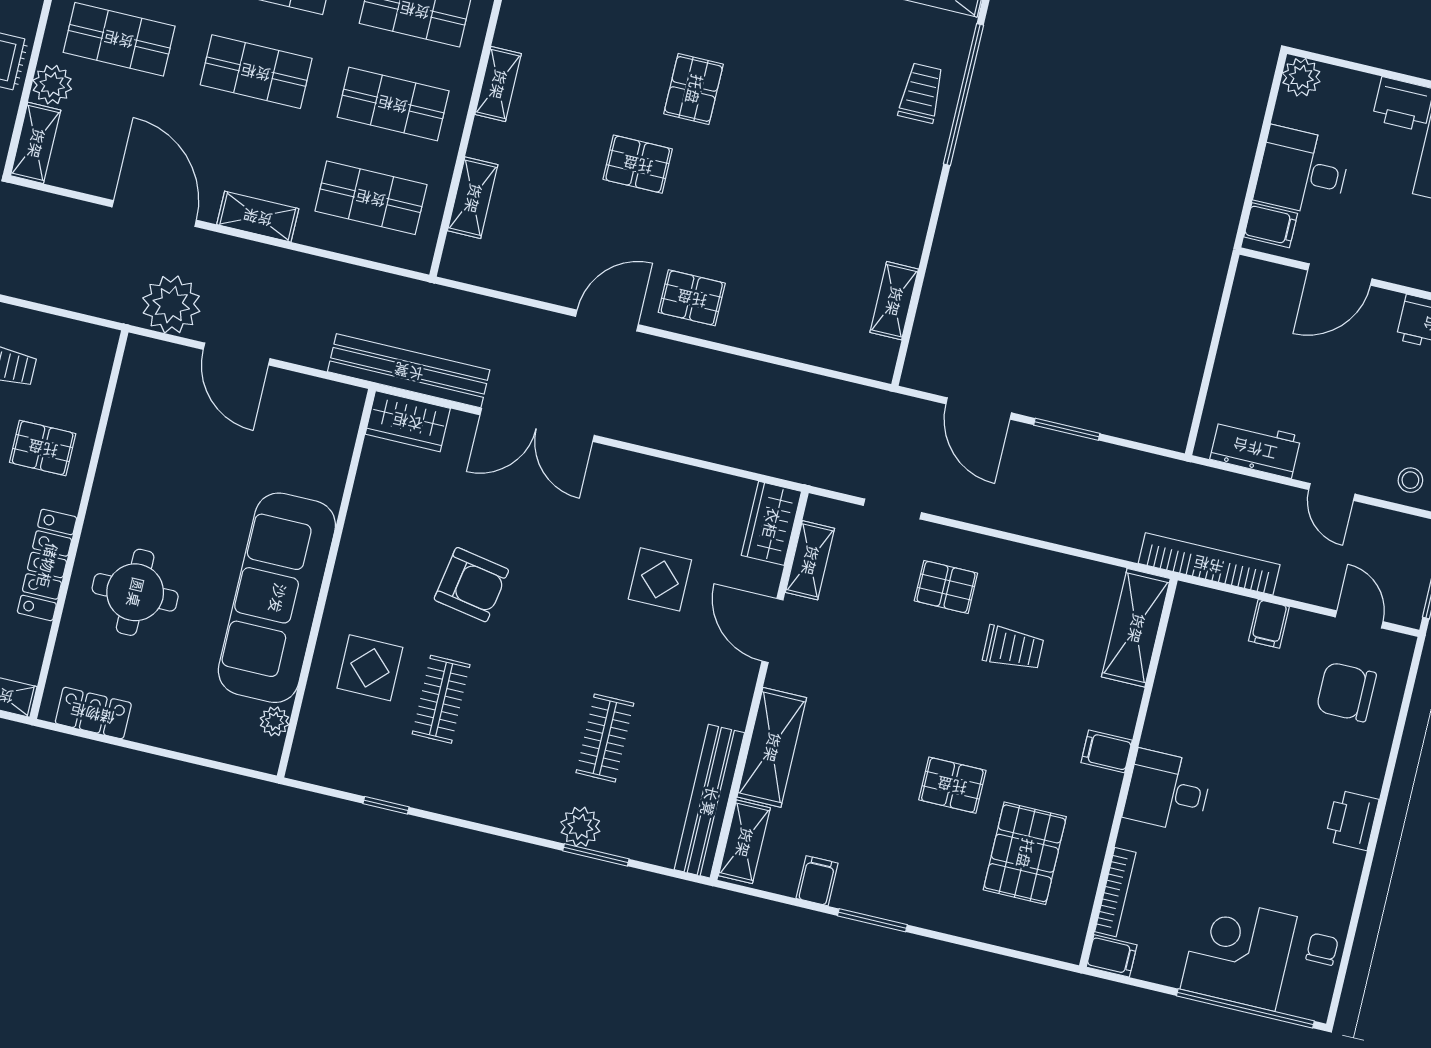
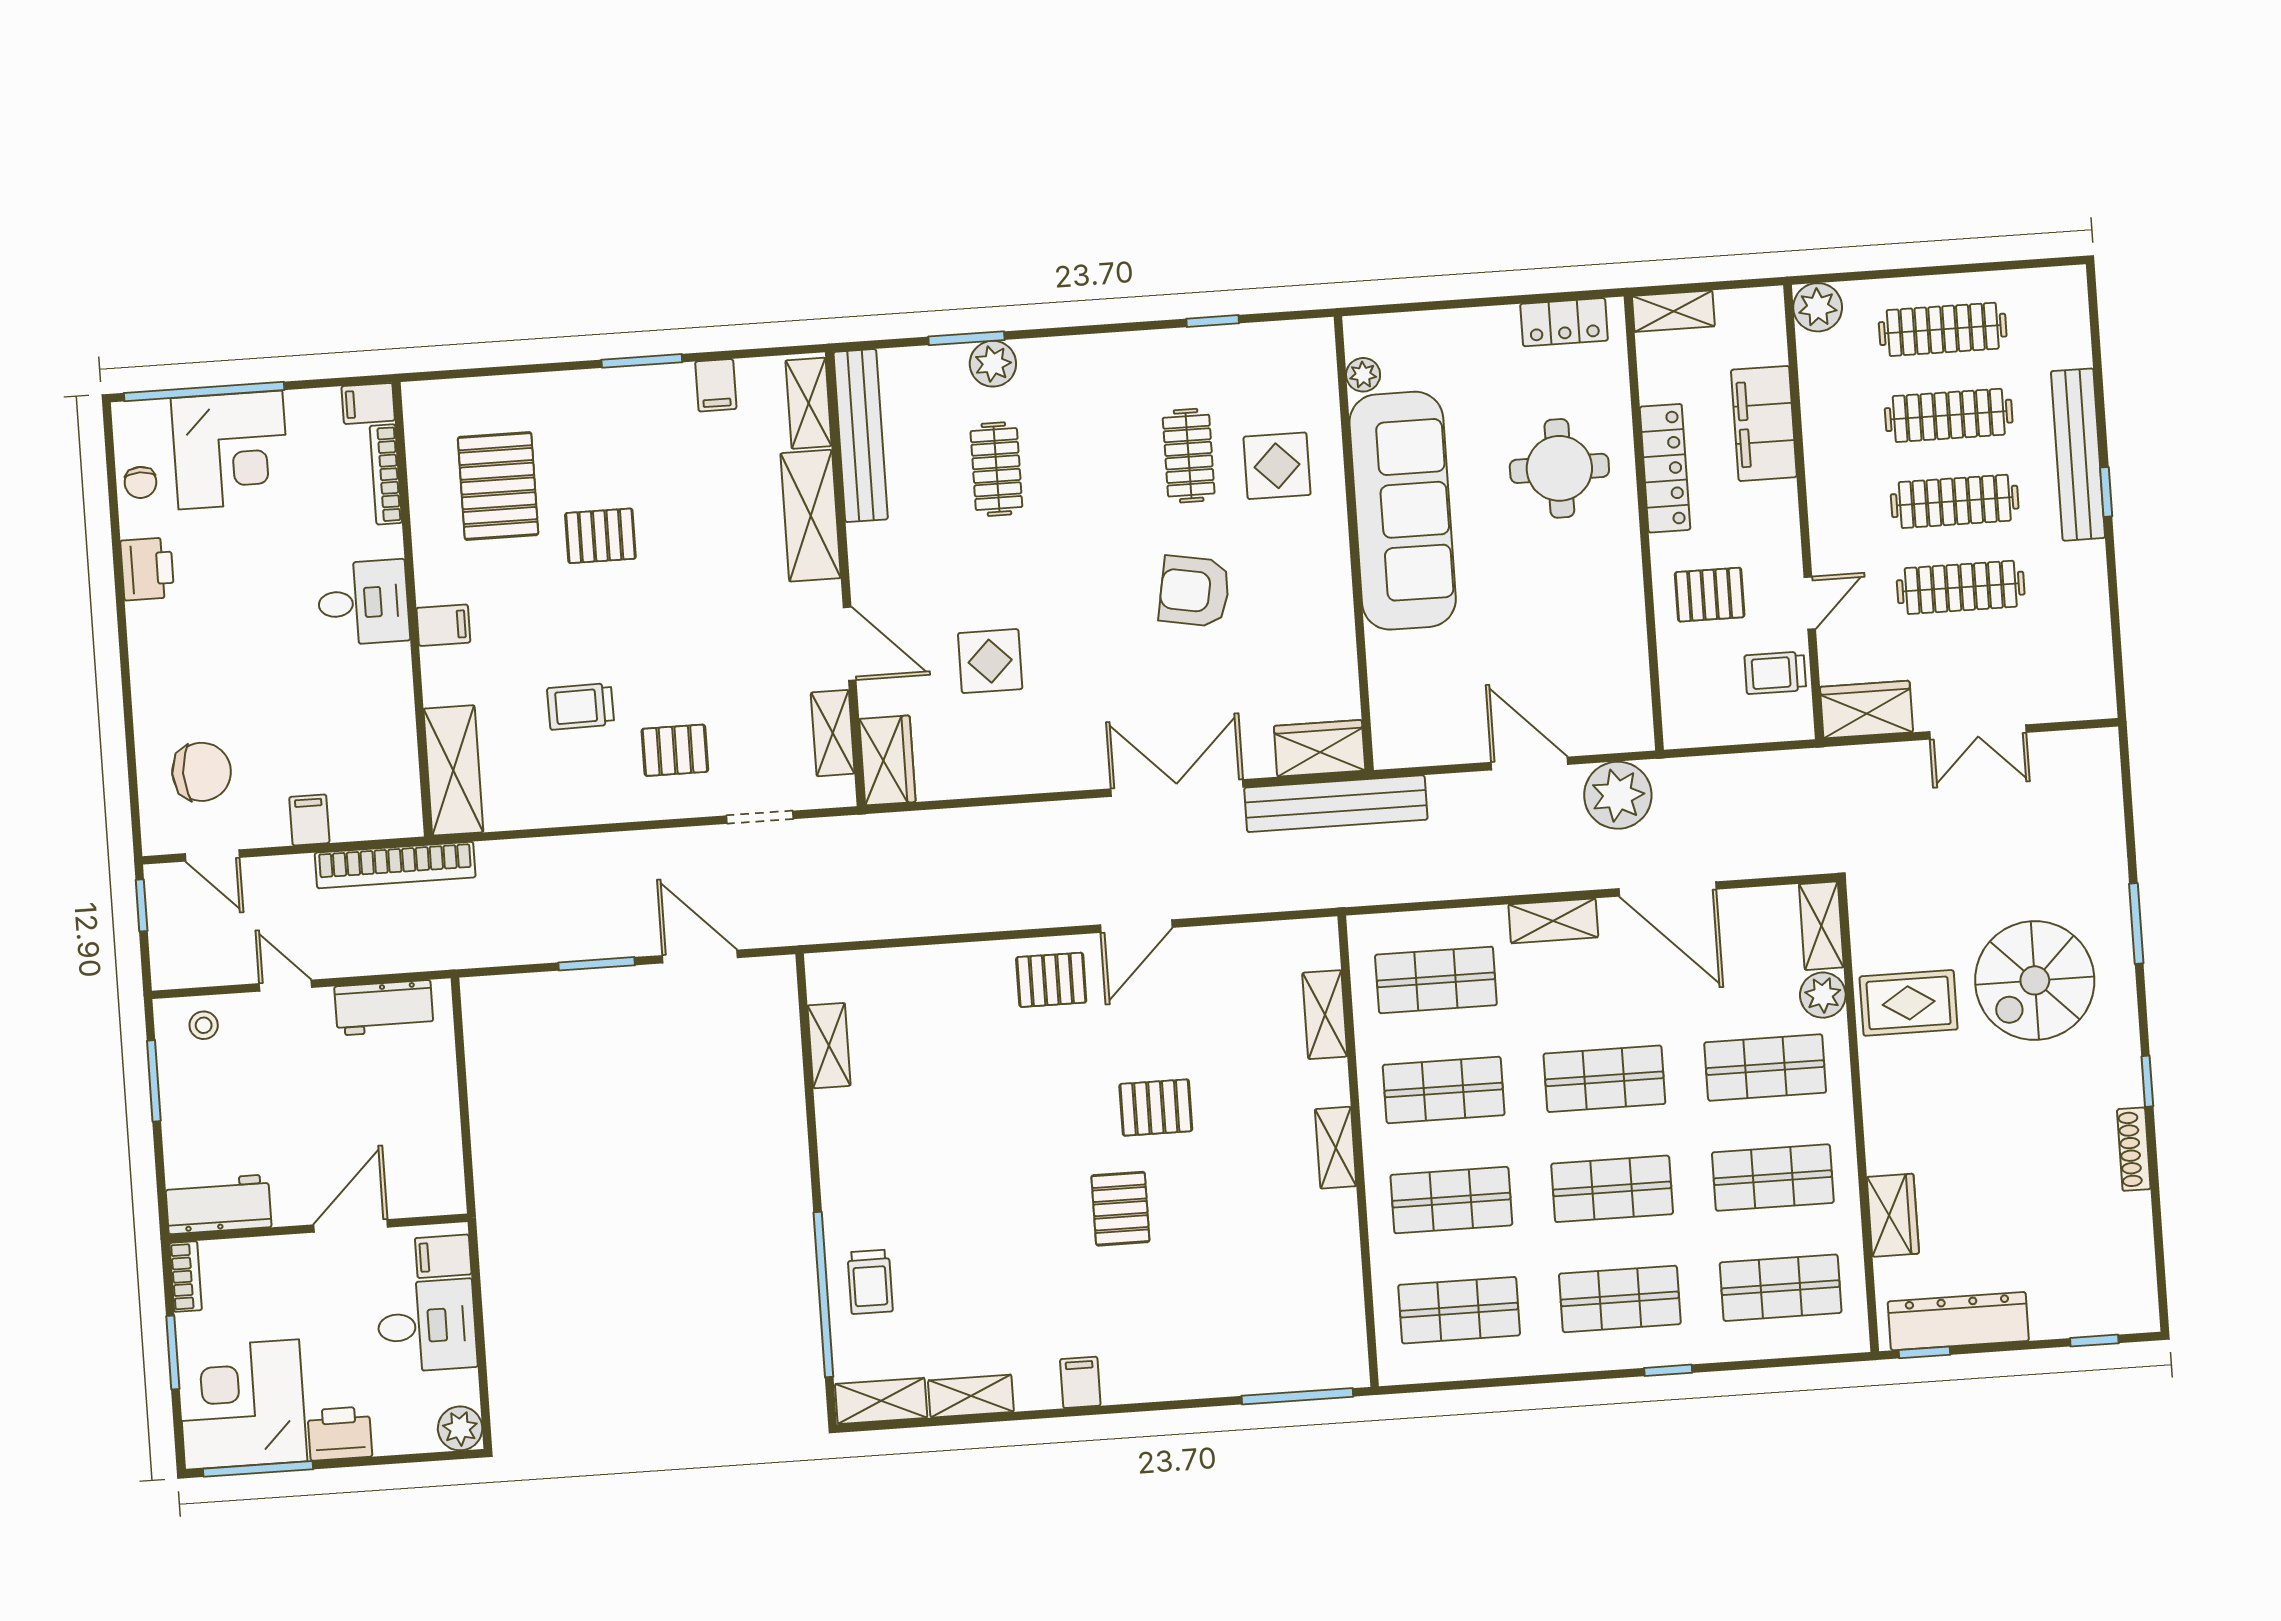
printer: (1352, 820) -> (147, 569), moved

